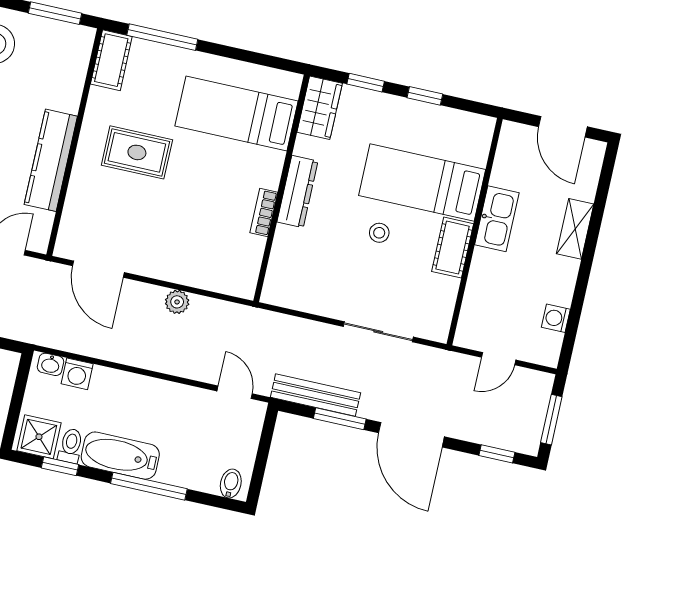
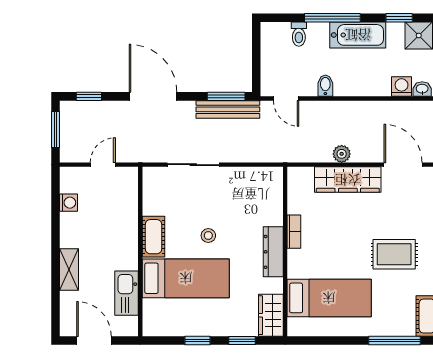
kitchen sink: (497, 219) -> (127, 293), moved
wardrobe: (177, 266) -> (348, 180), added
window: (340, 419) -> (226, 96), moved
toilet: (71, 446) -> (299, 34), moved
bidet: (231, 484) -> (325, 86), moved, turned 180

